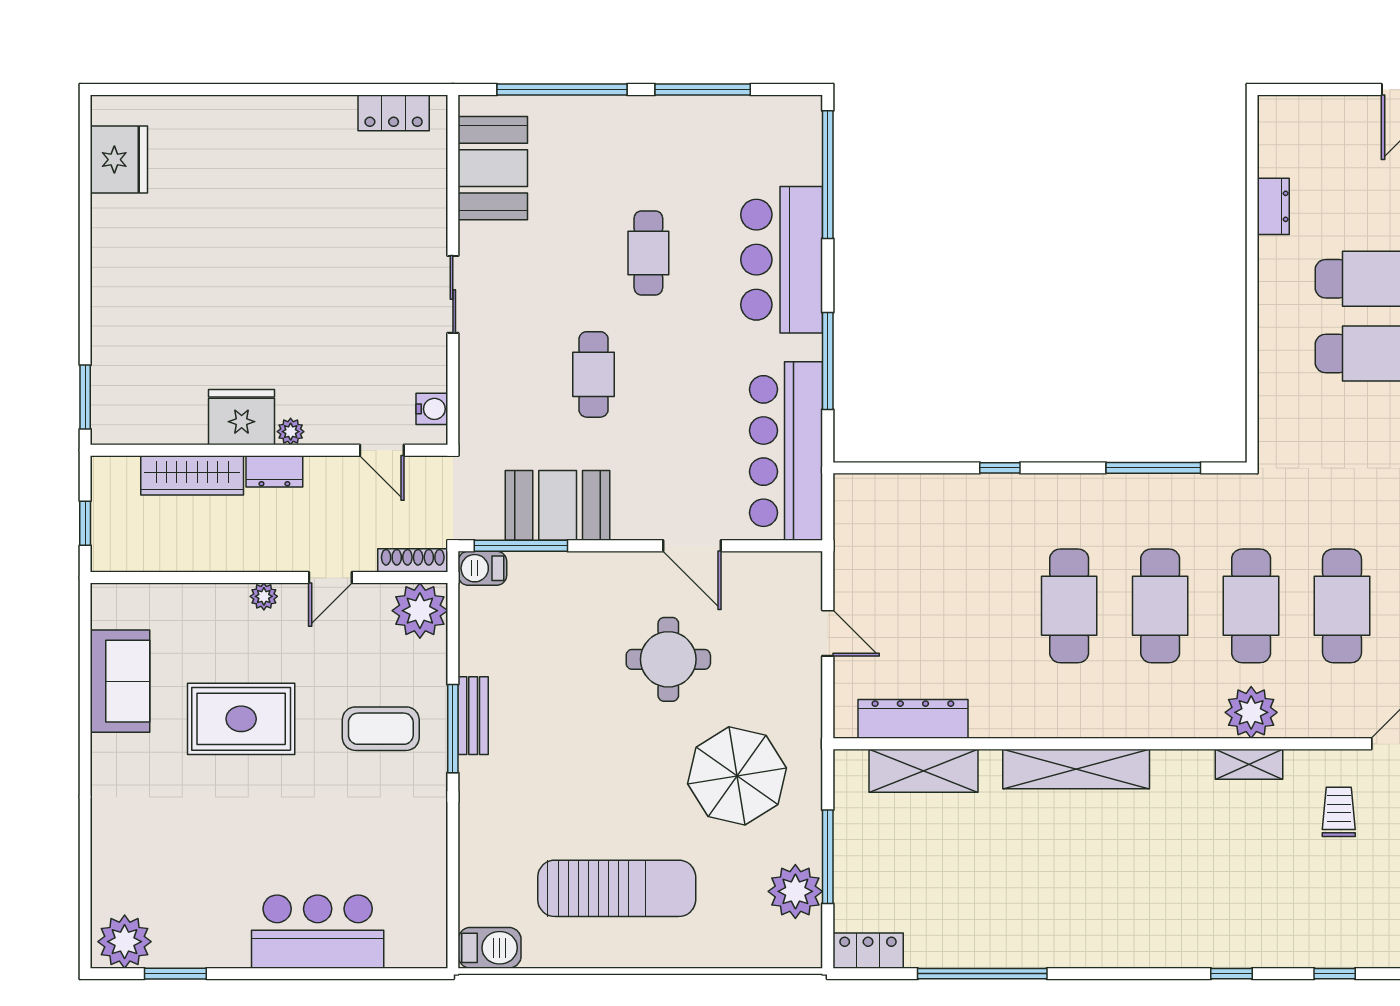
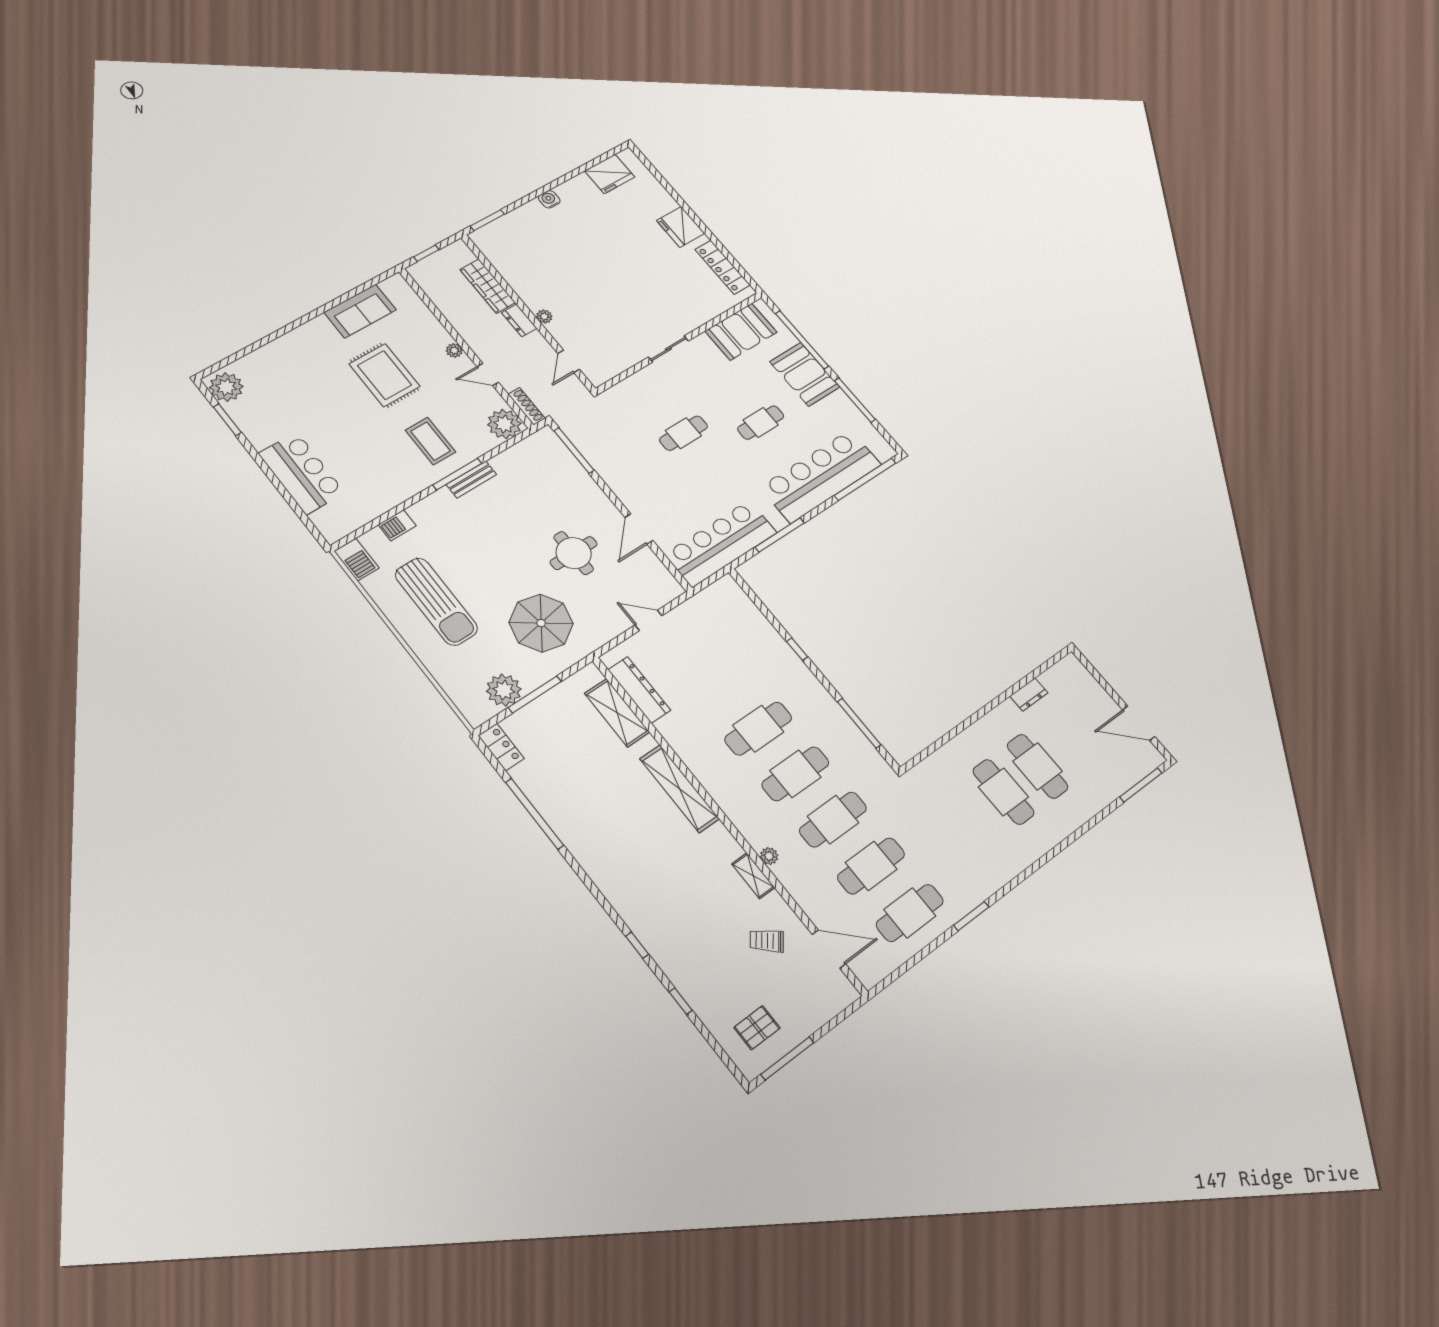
locker: (394, 113) -> (723, 267), width x1.53
bar counter: (782, 260) -> (821, 476), width x1.36
water cooler: (432, 409) -> (549, 199), moved, turned 180
fridge: (242, 417) -> (681, 227), moved, turned 180
booth: (558, 505) -> (805, 374), moved
barbecue: (482, 568) -> (397, 525), moved, turned -90
door: (828, 633) -> (648, 620), swing flipped
plant: (1251, 712) -> (769, 856), width x0.53, depth x0.53
trolley: (1339, 812) -> (767, 941), turned -140

